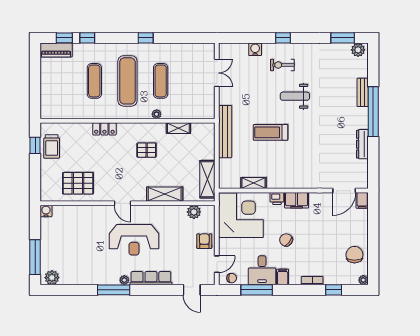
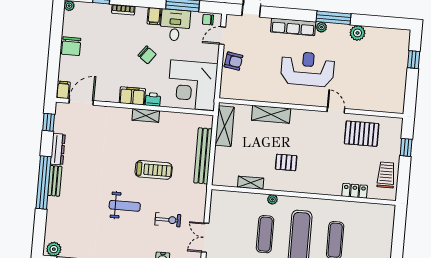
exercise bike: (282, 65) -> (168, 220), moved
bench: (363, 92) -> (55, 181), moved
locker: (104, 129) -> (355, 191), moved
bench: (225, 132) -> (203, 156), moved
window: (35, 145) -> (406, 147), moved
window: (373, 169) -> (49, 122), added
shelving: (254, 183) -> (146, 115), moved
door: (122, 203) -> (336, 110), moved
water cooler: (46, 211) -> (398, 107), removed
plant: (194, 212) -> (242, 93), removed
armchair: (204, 241) -> (233, 61), turned -81
chair: (354, 255) -> (71, 46), moved
window: (35, 257) -> (414, 60), width x0.46
plant: (52, 278) -> (358, 33), moved

